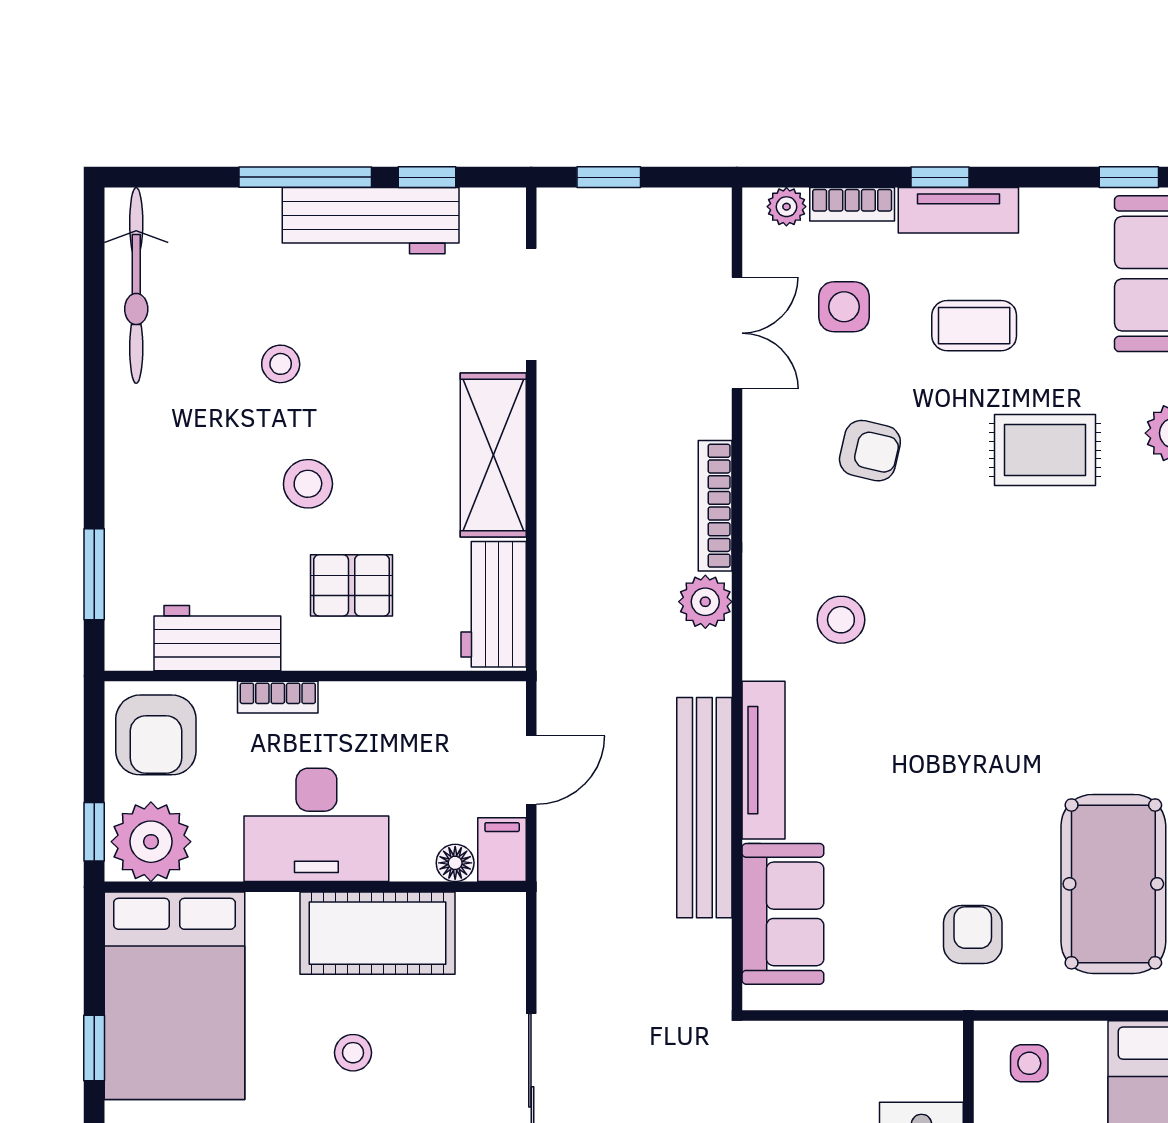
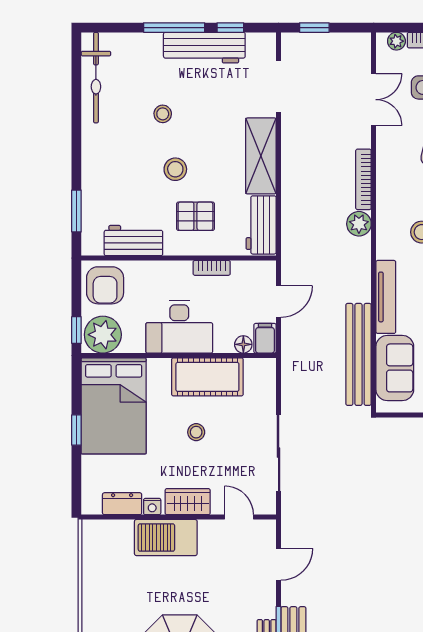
bookcase: (278, 697) -> (212, 268), moved
bench: (704, 808) -> (359, 354), moved

